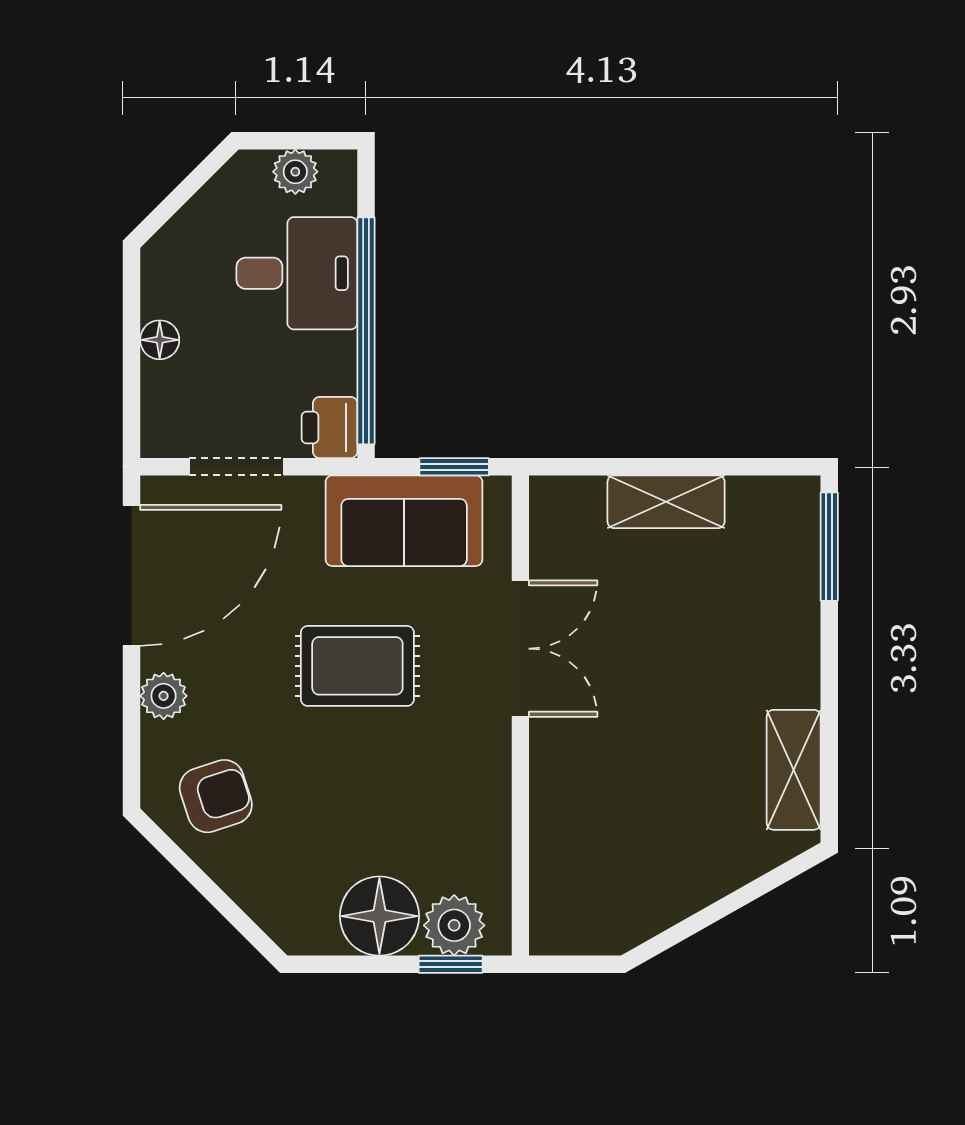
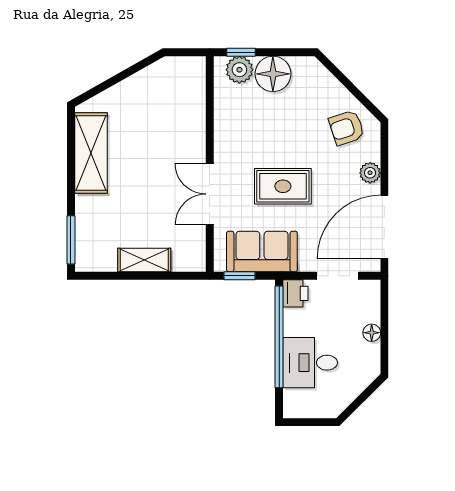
plant: (295, 172) -> (311, 408), removed
shelving: (794, 770) -> (91, 153), width x1.50, depth x1.33

